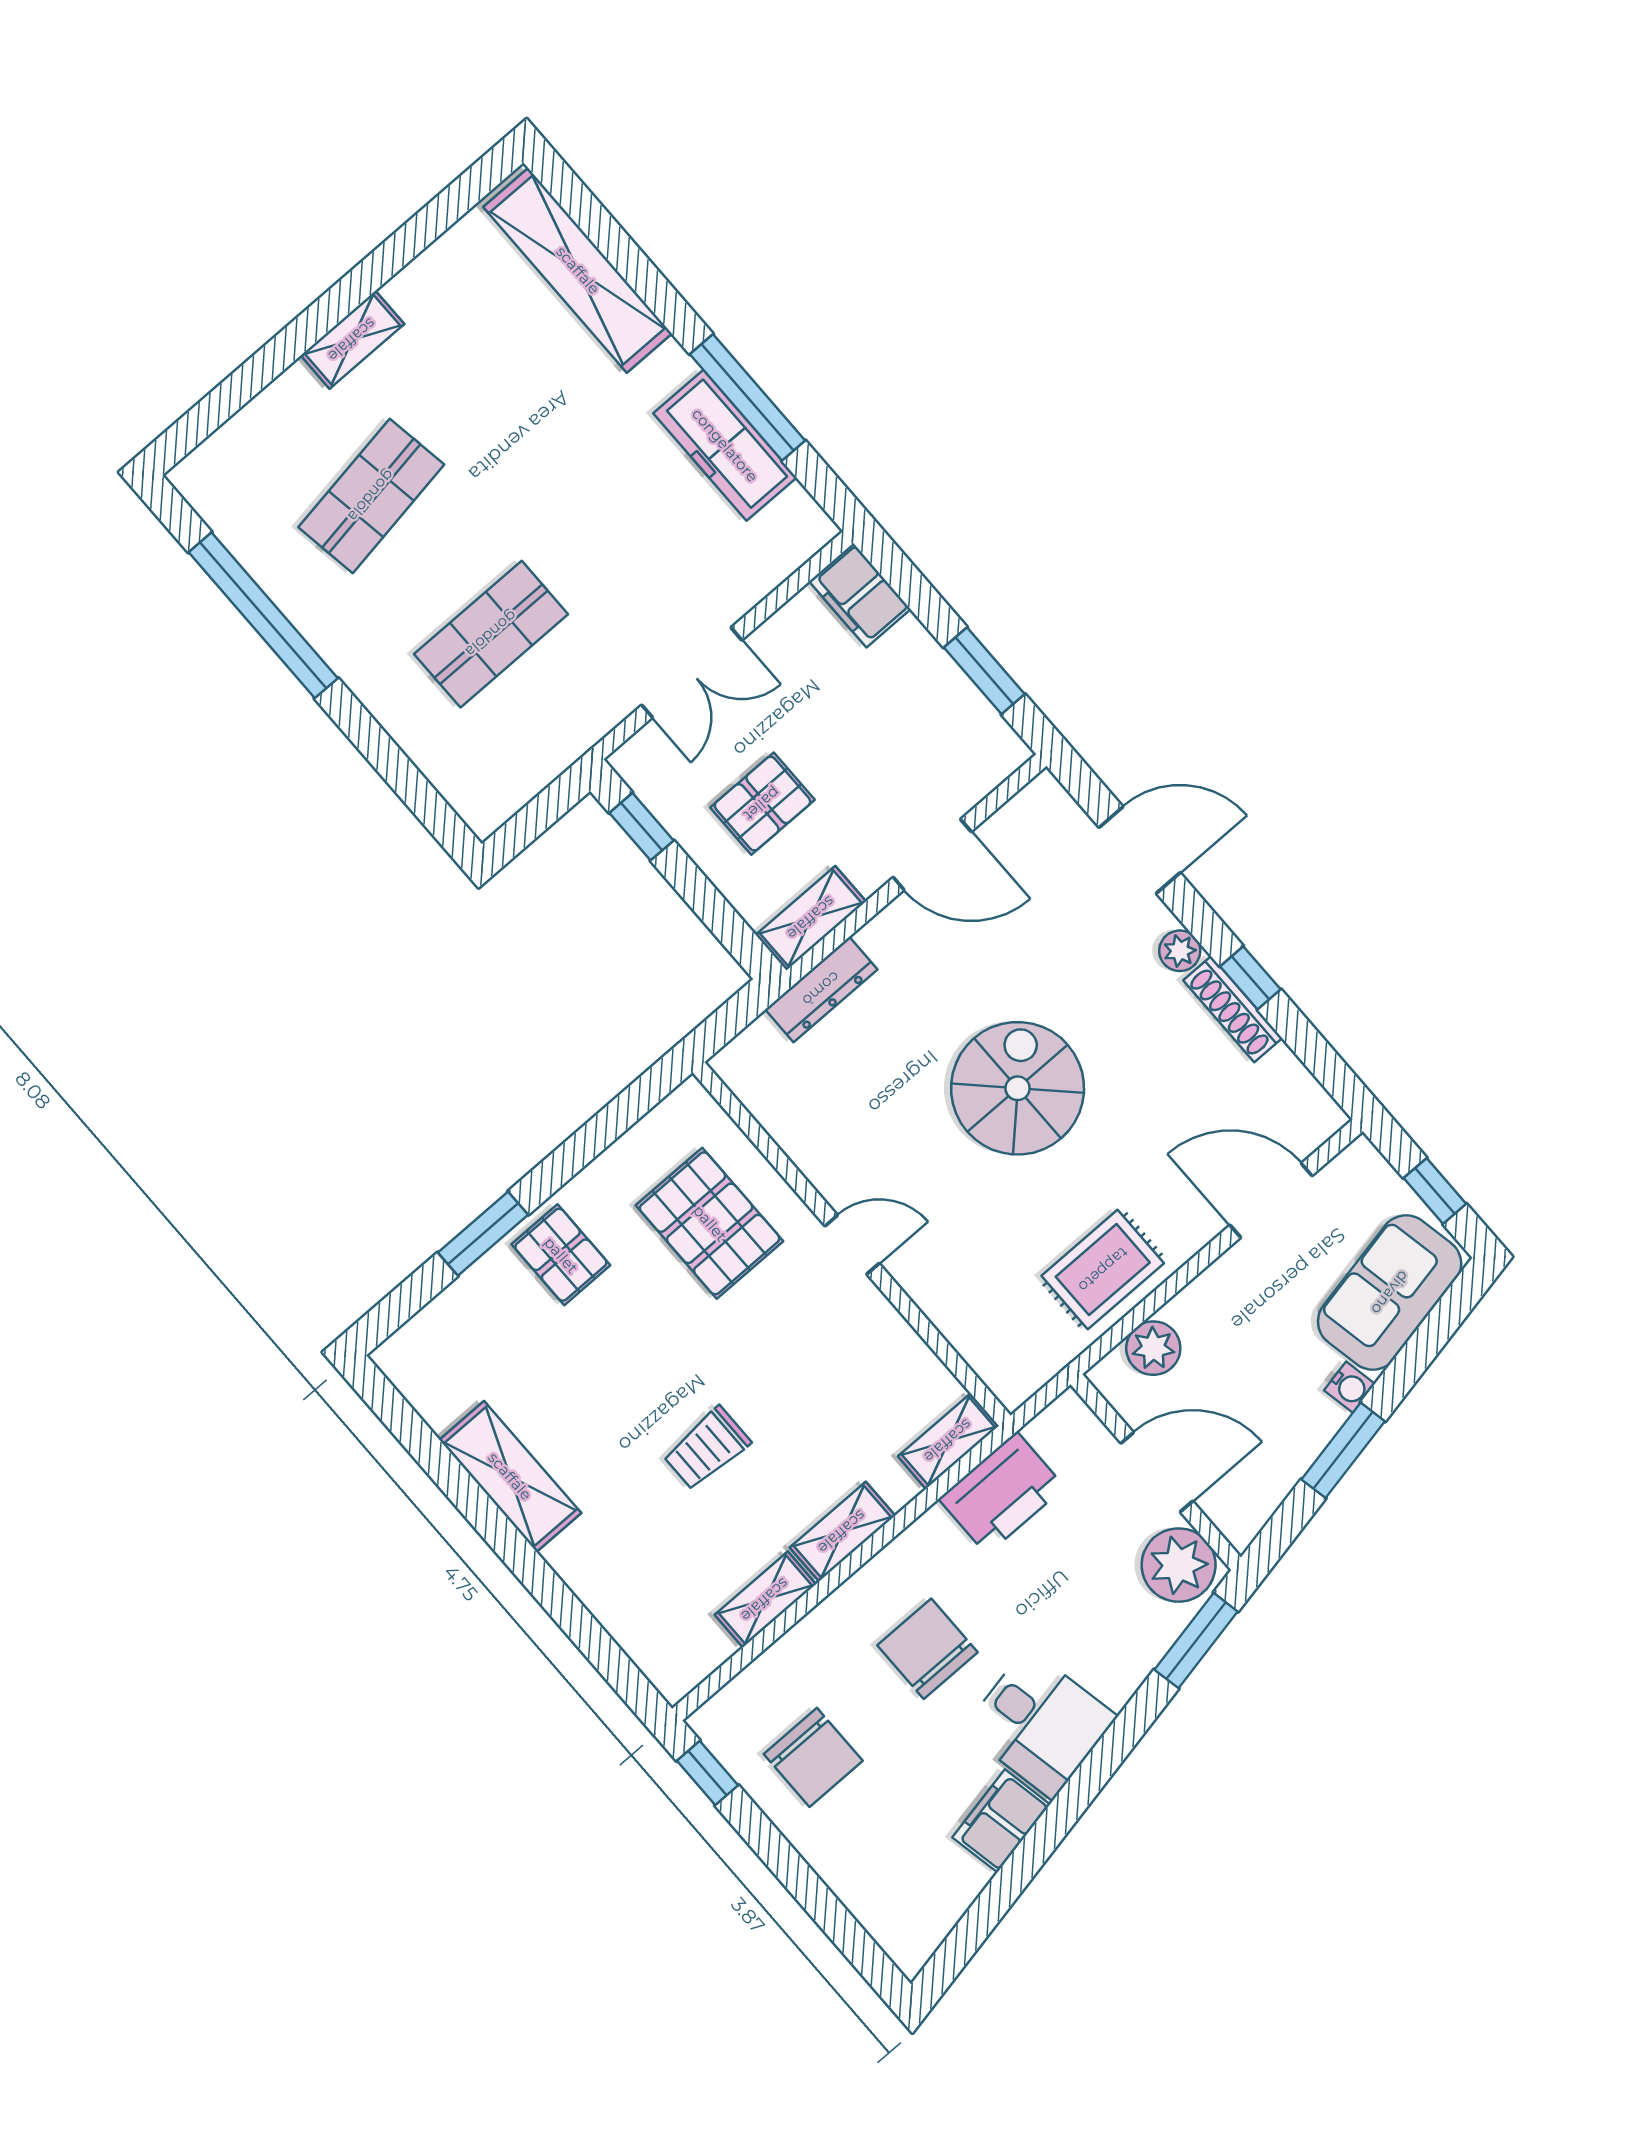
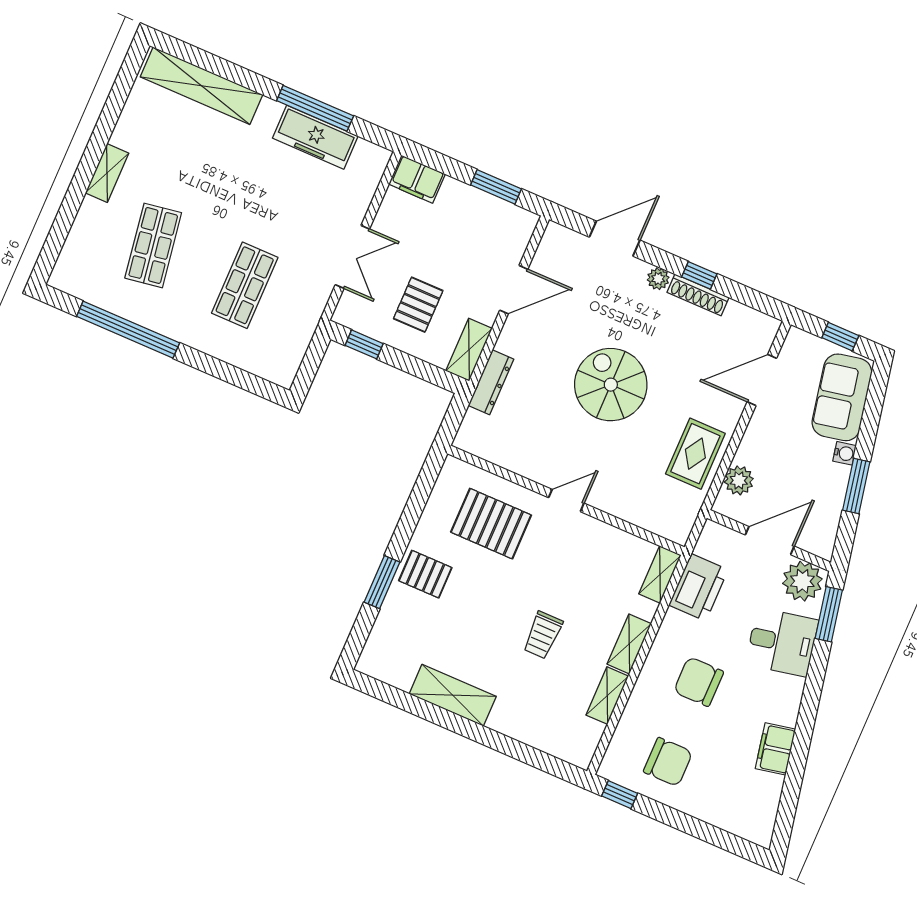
desk: (1040, 1723) -> (782, 642), moved

